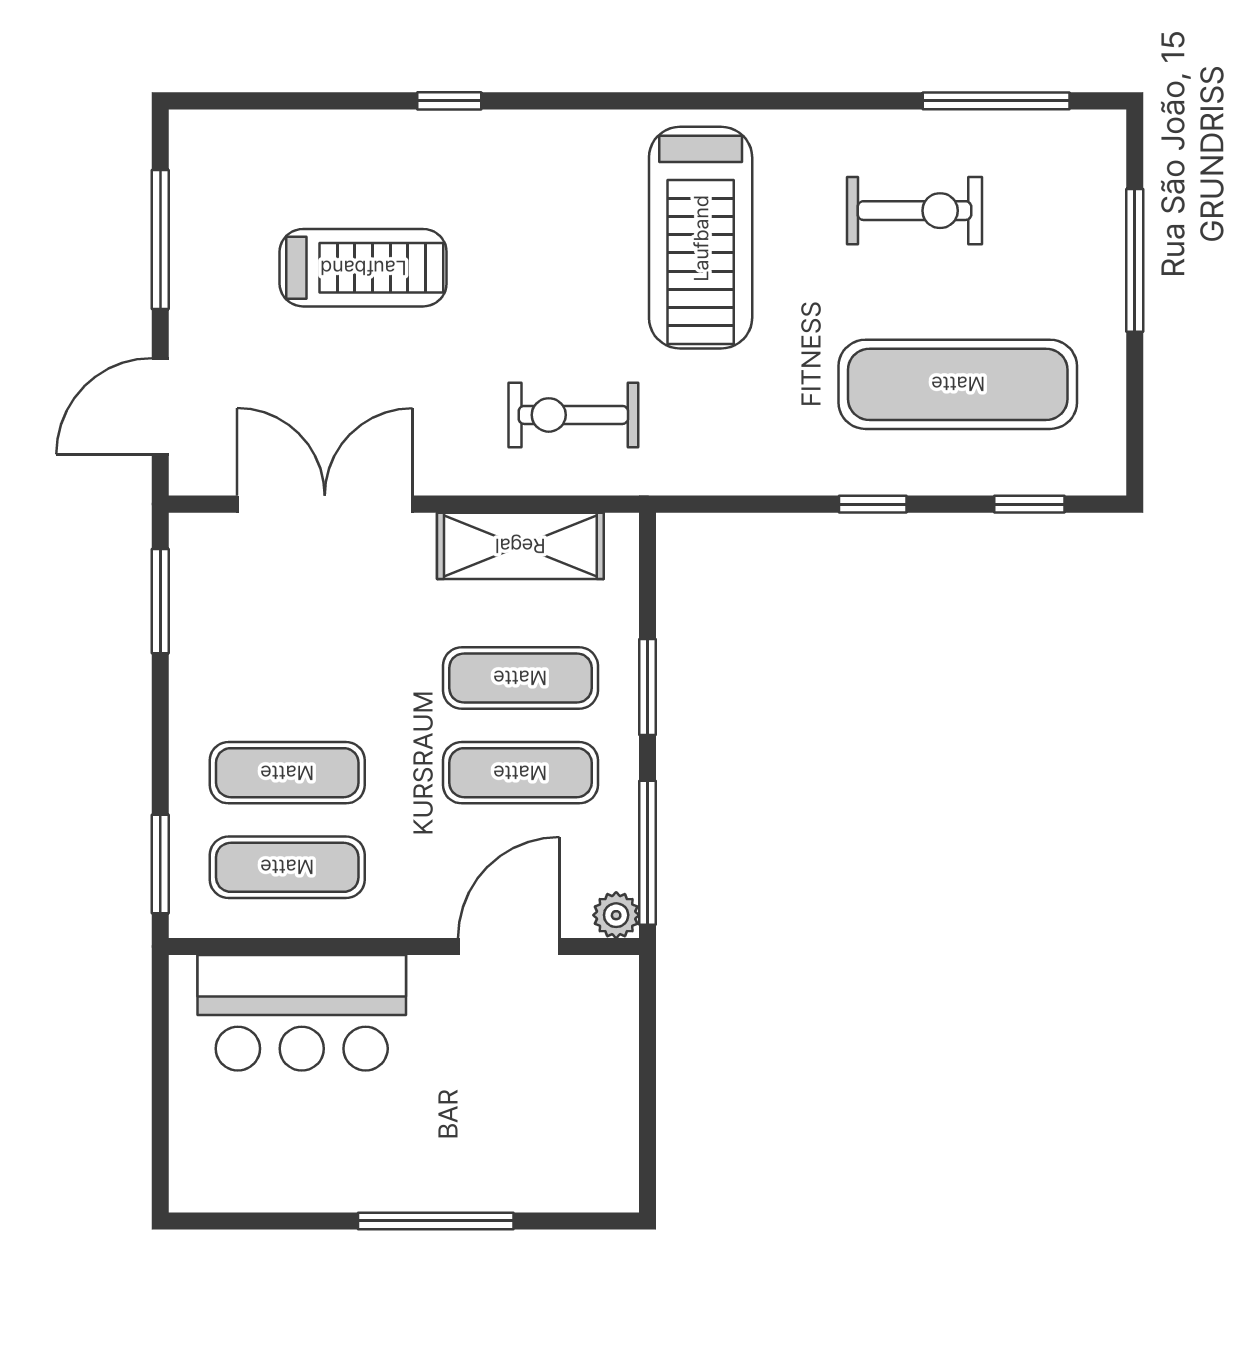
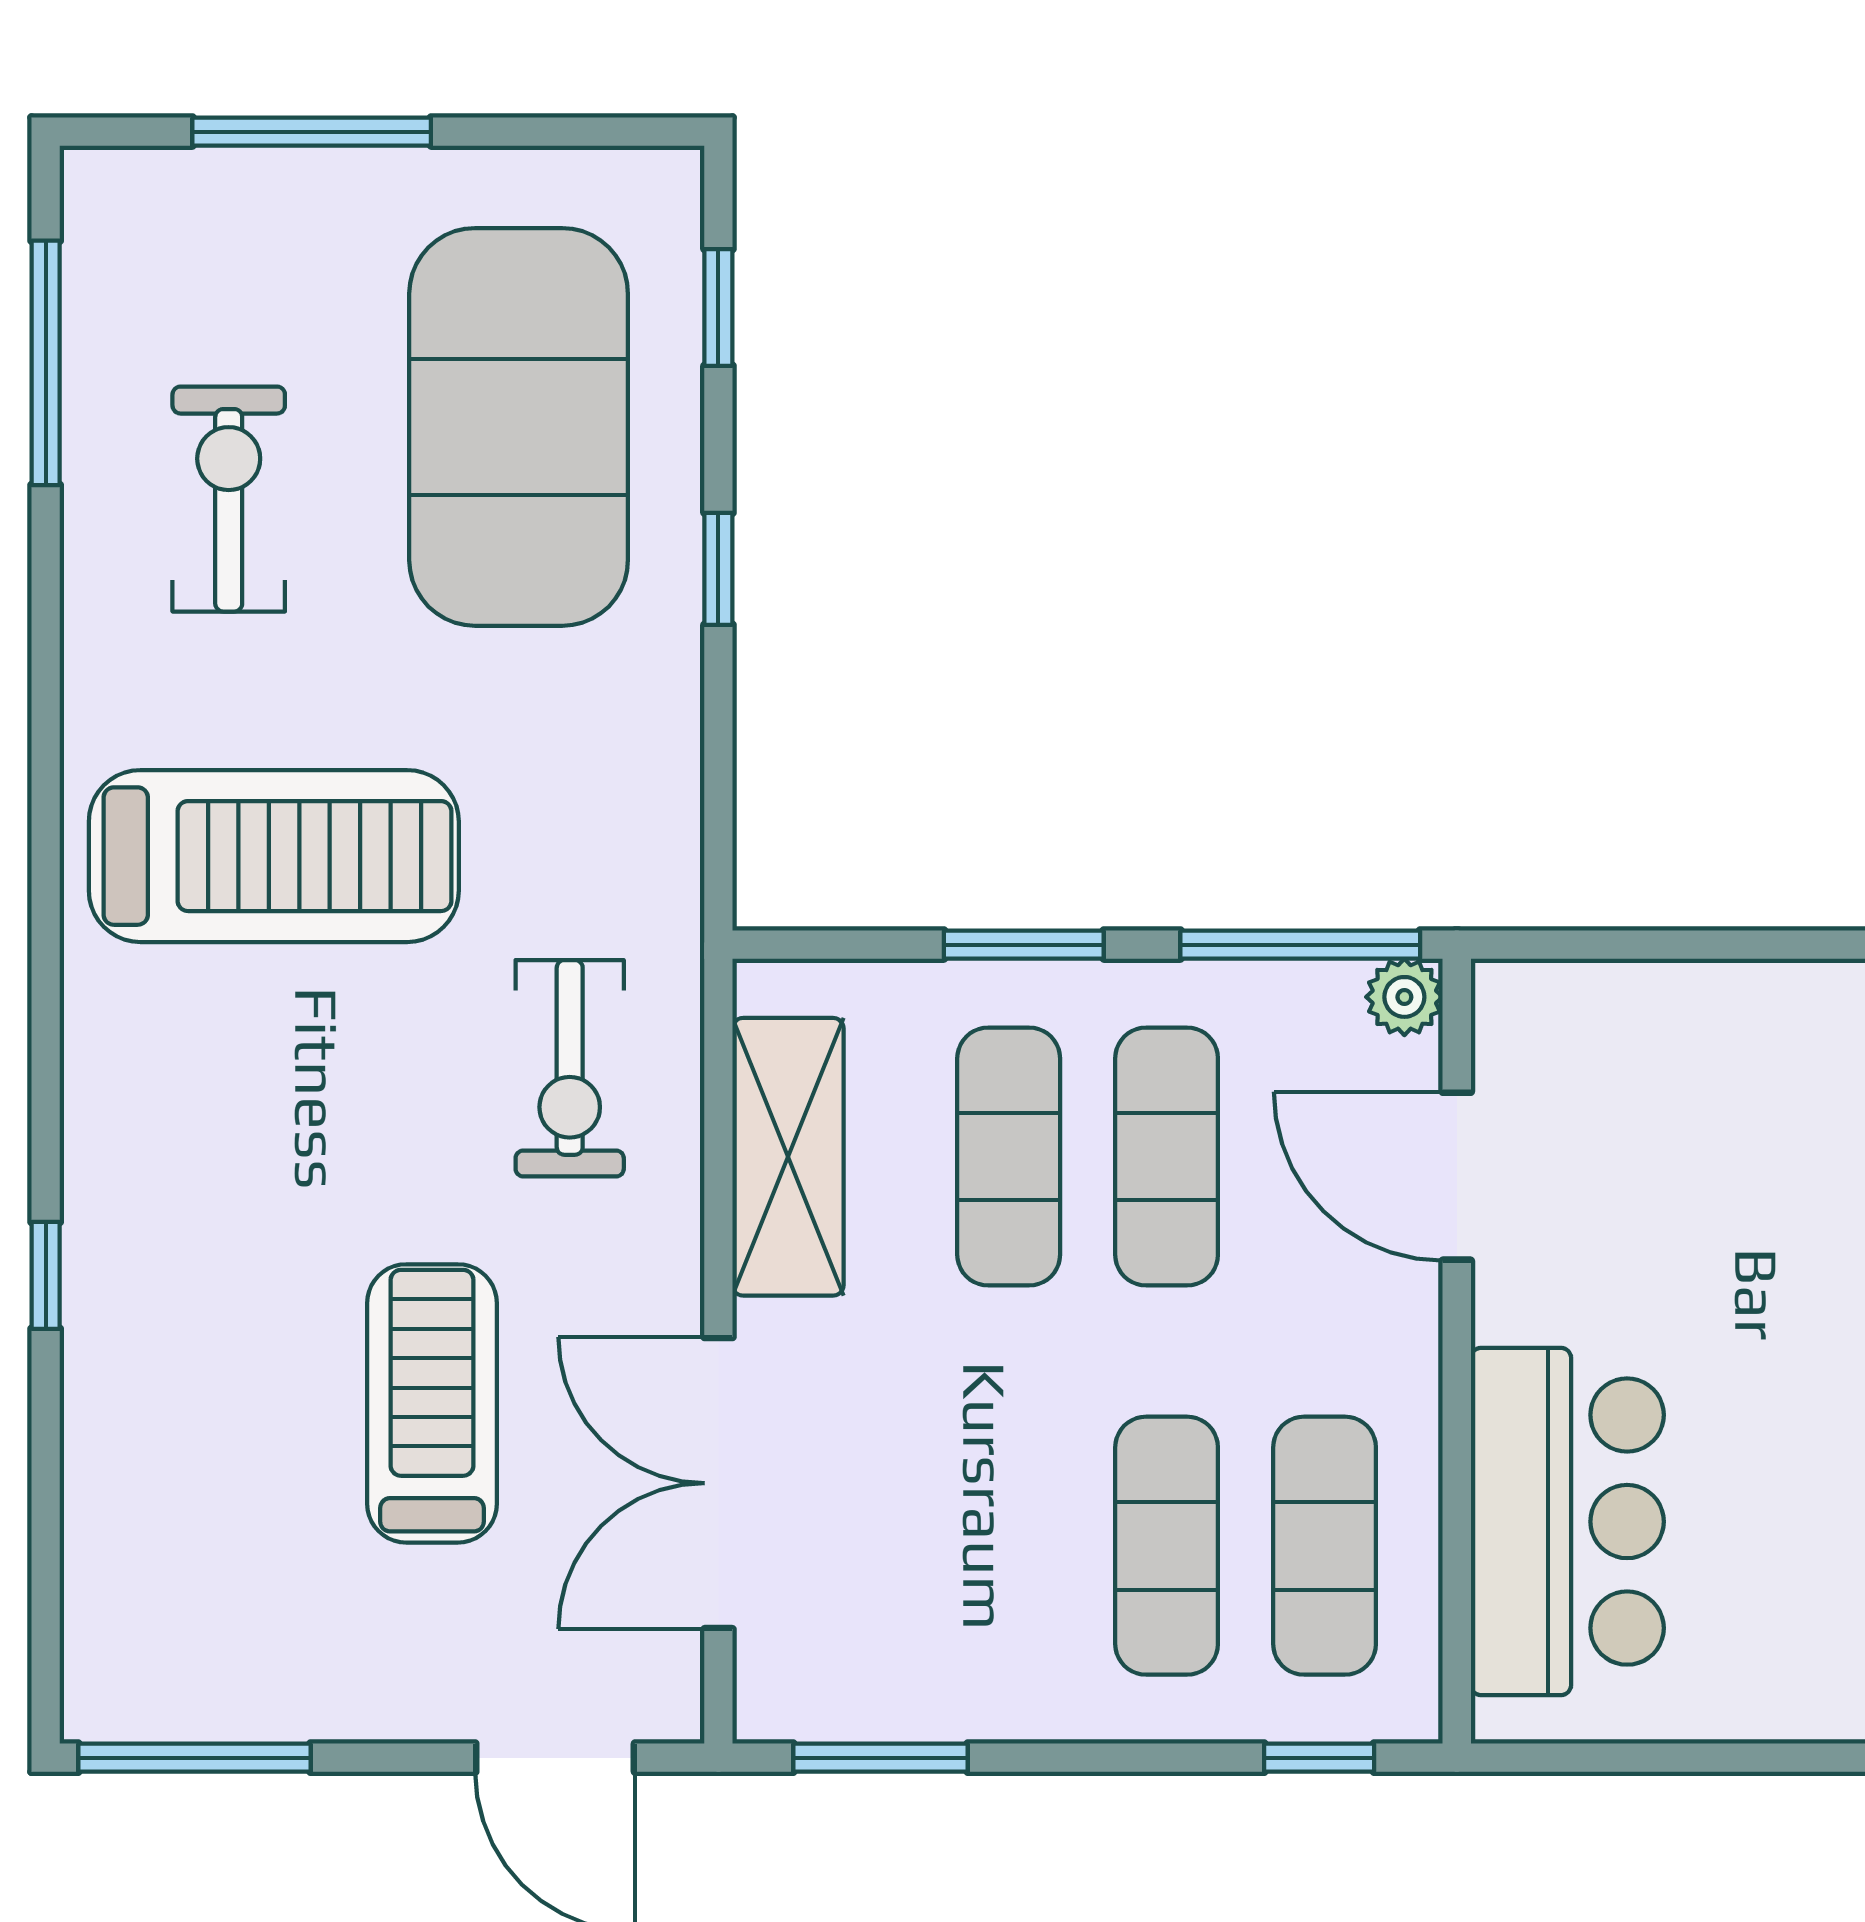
window: (160, 240) -> (194, 1758), moved
treadmill: (363, 268) -> (432, 1403), moved
exercise mat: (958, 384) -> (519, 427), width x1.47
window: (160, 864) -> (1319, 1758), width x0.67

